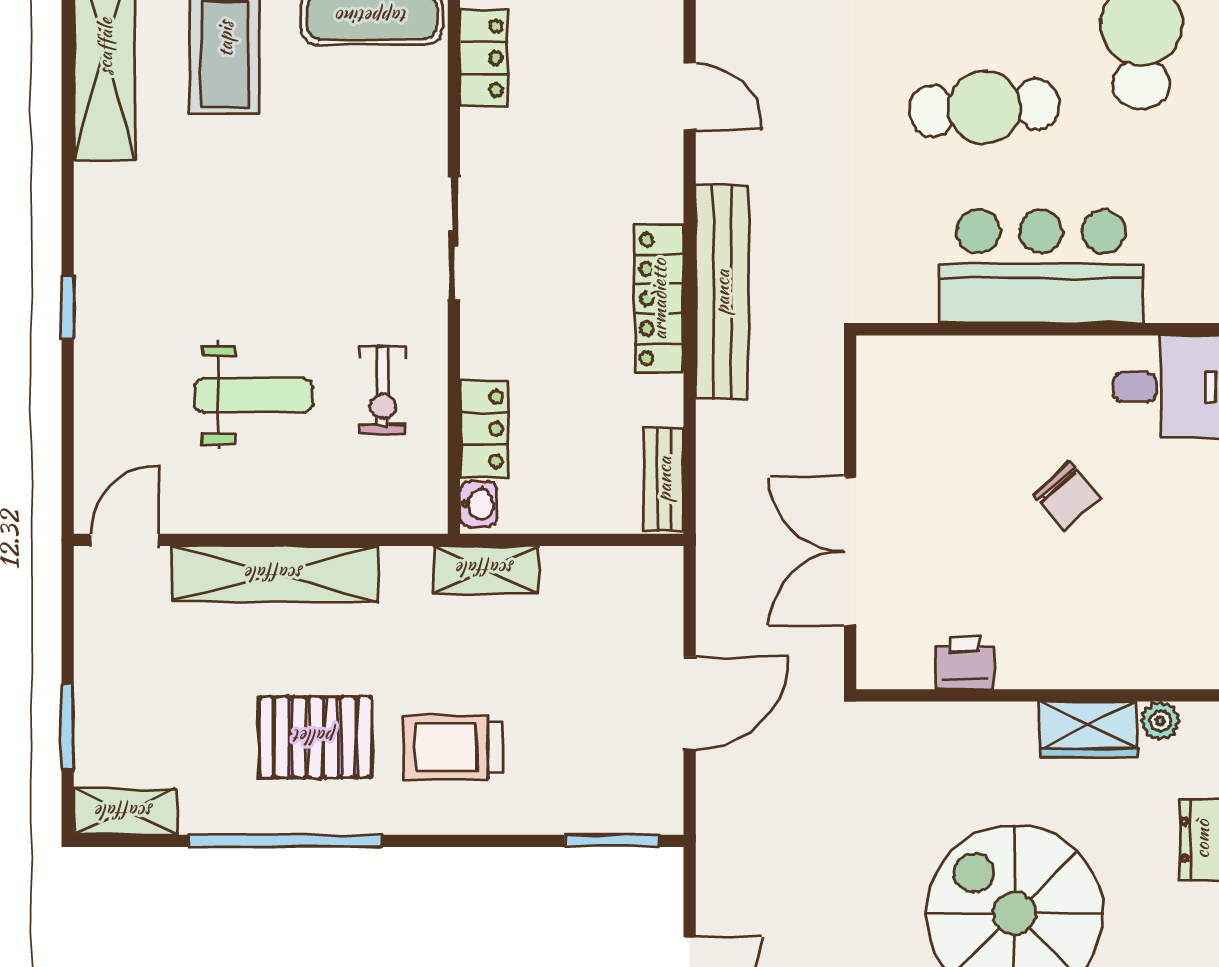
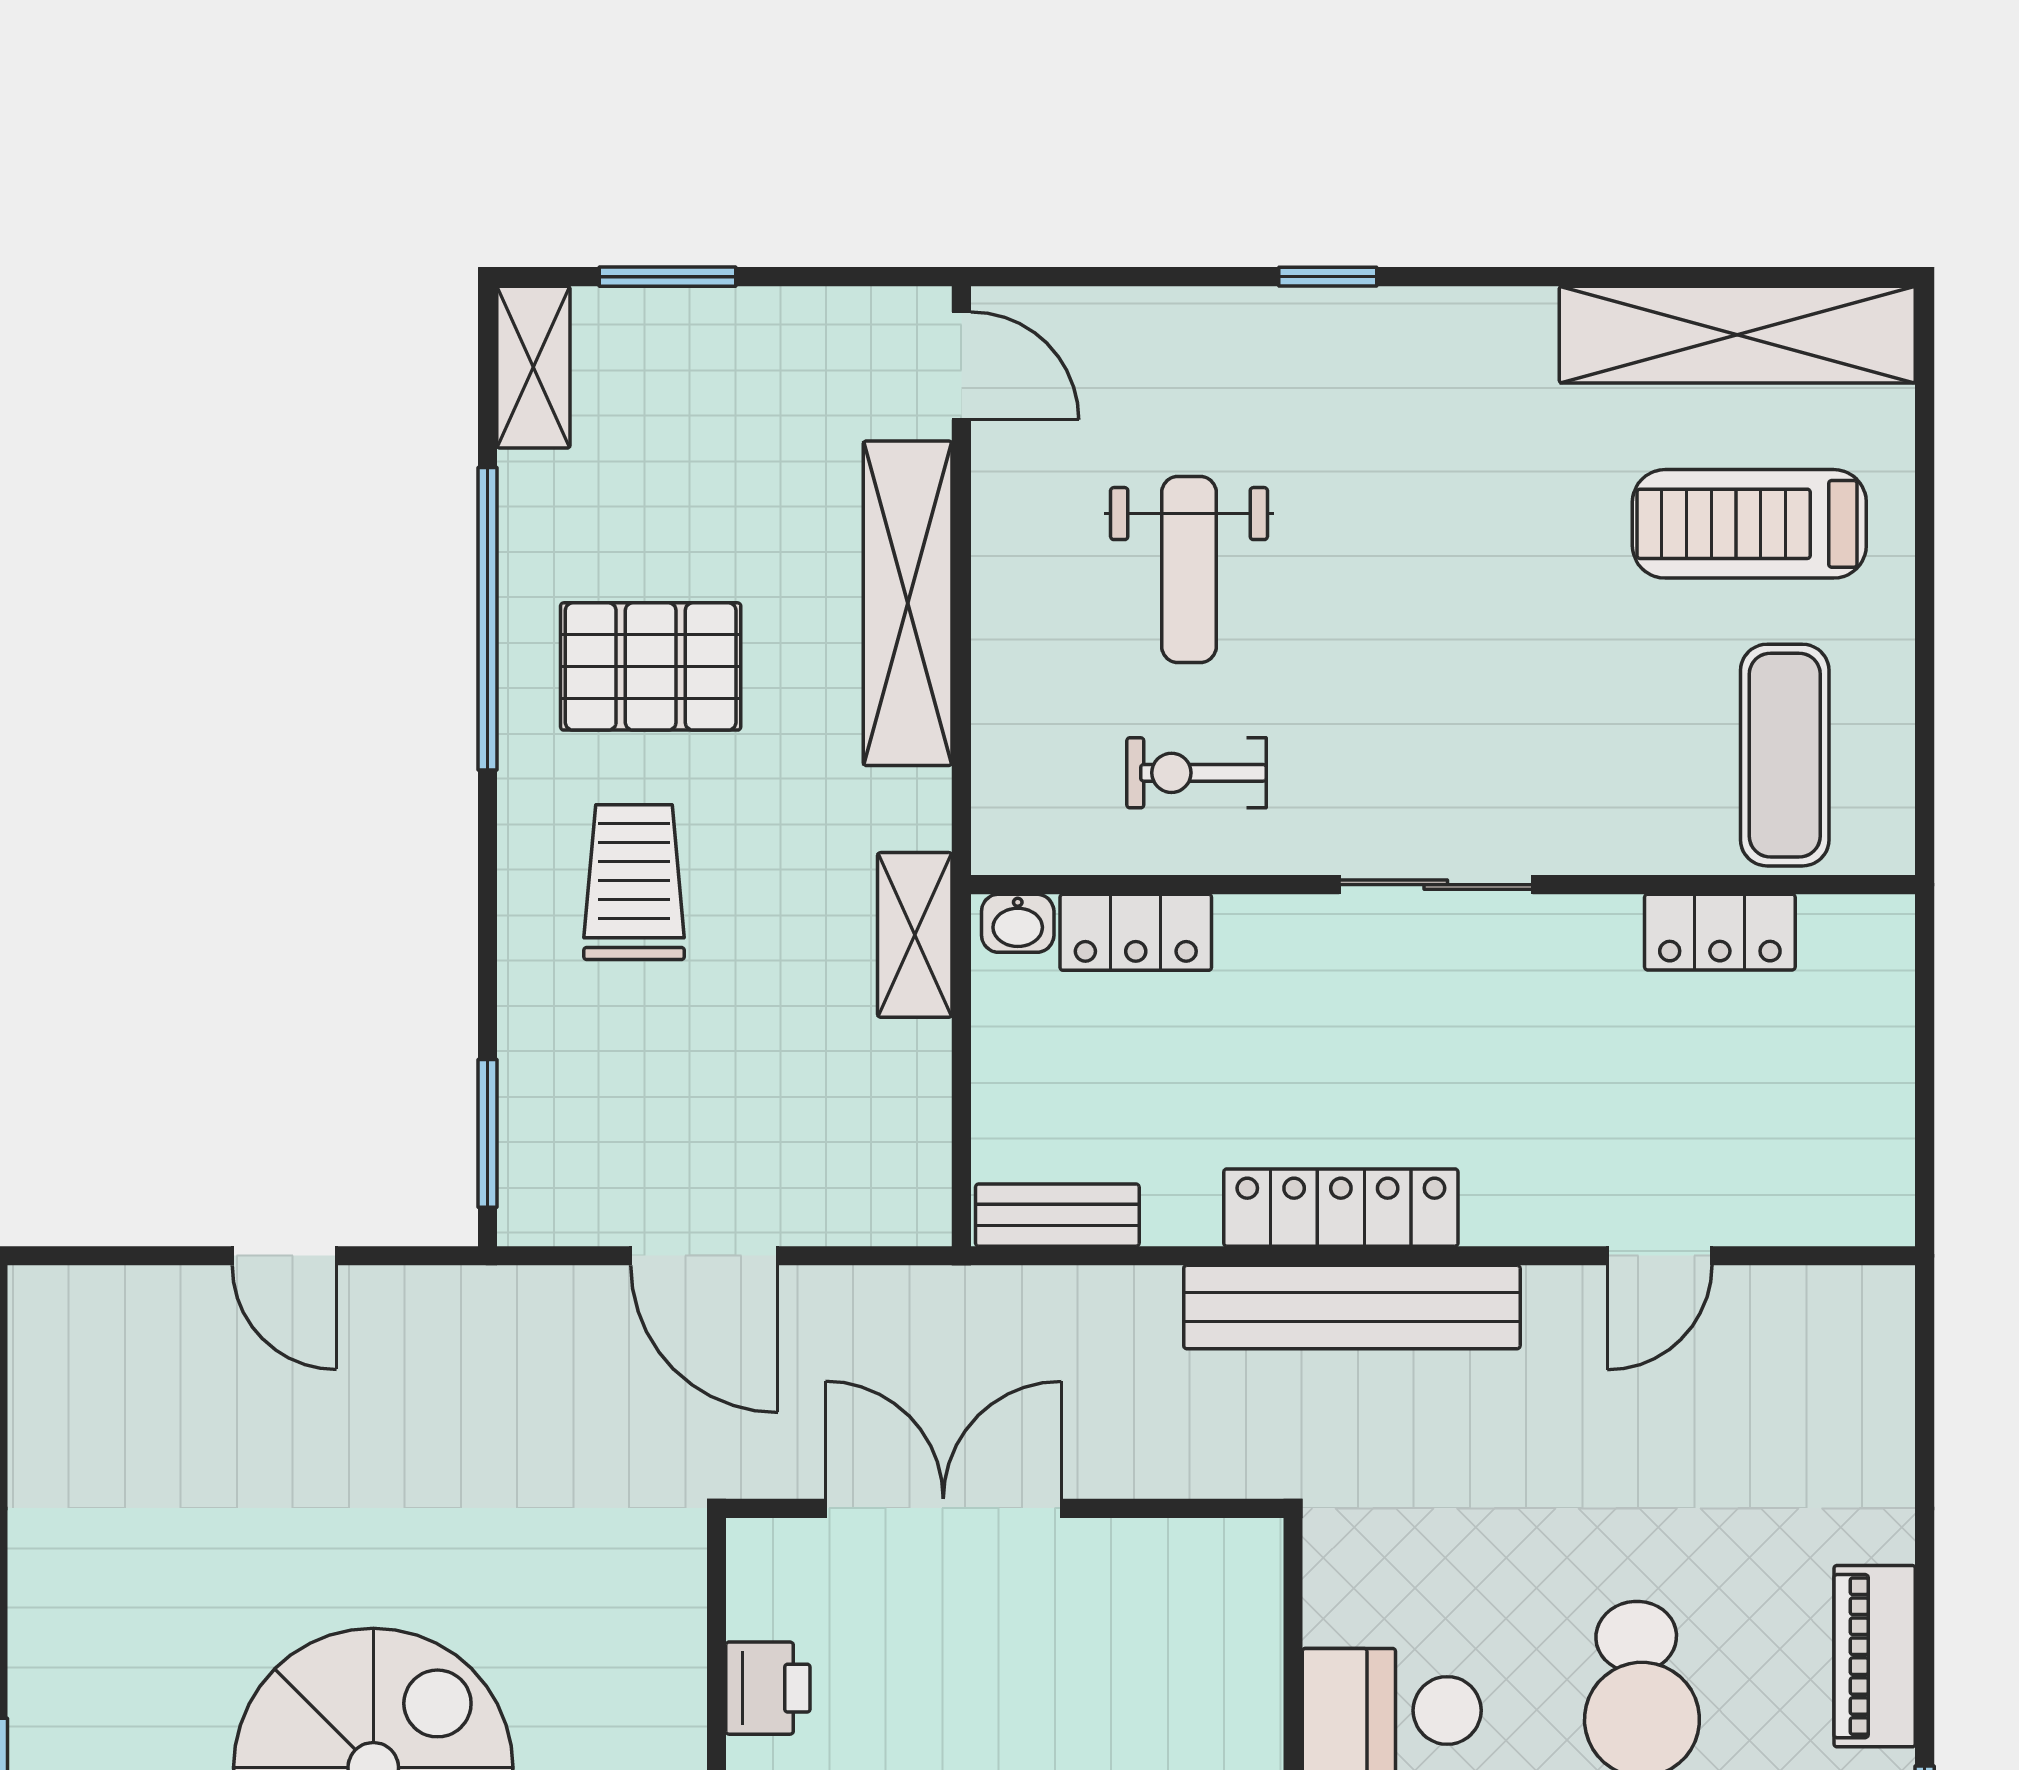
pallet: (315, 737) -> (651, 666), turned 90

